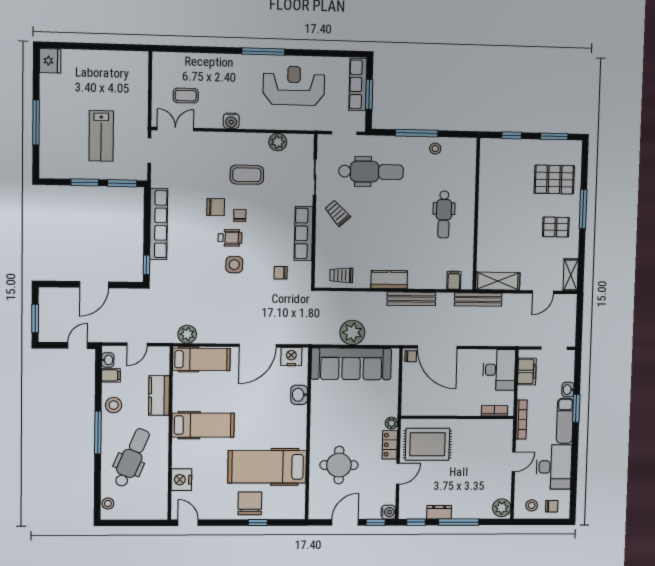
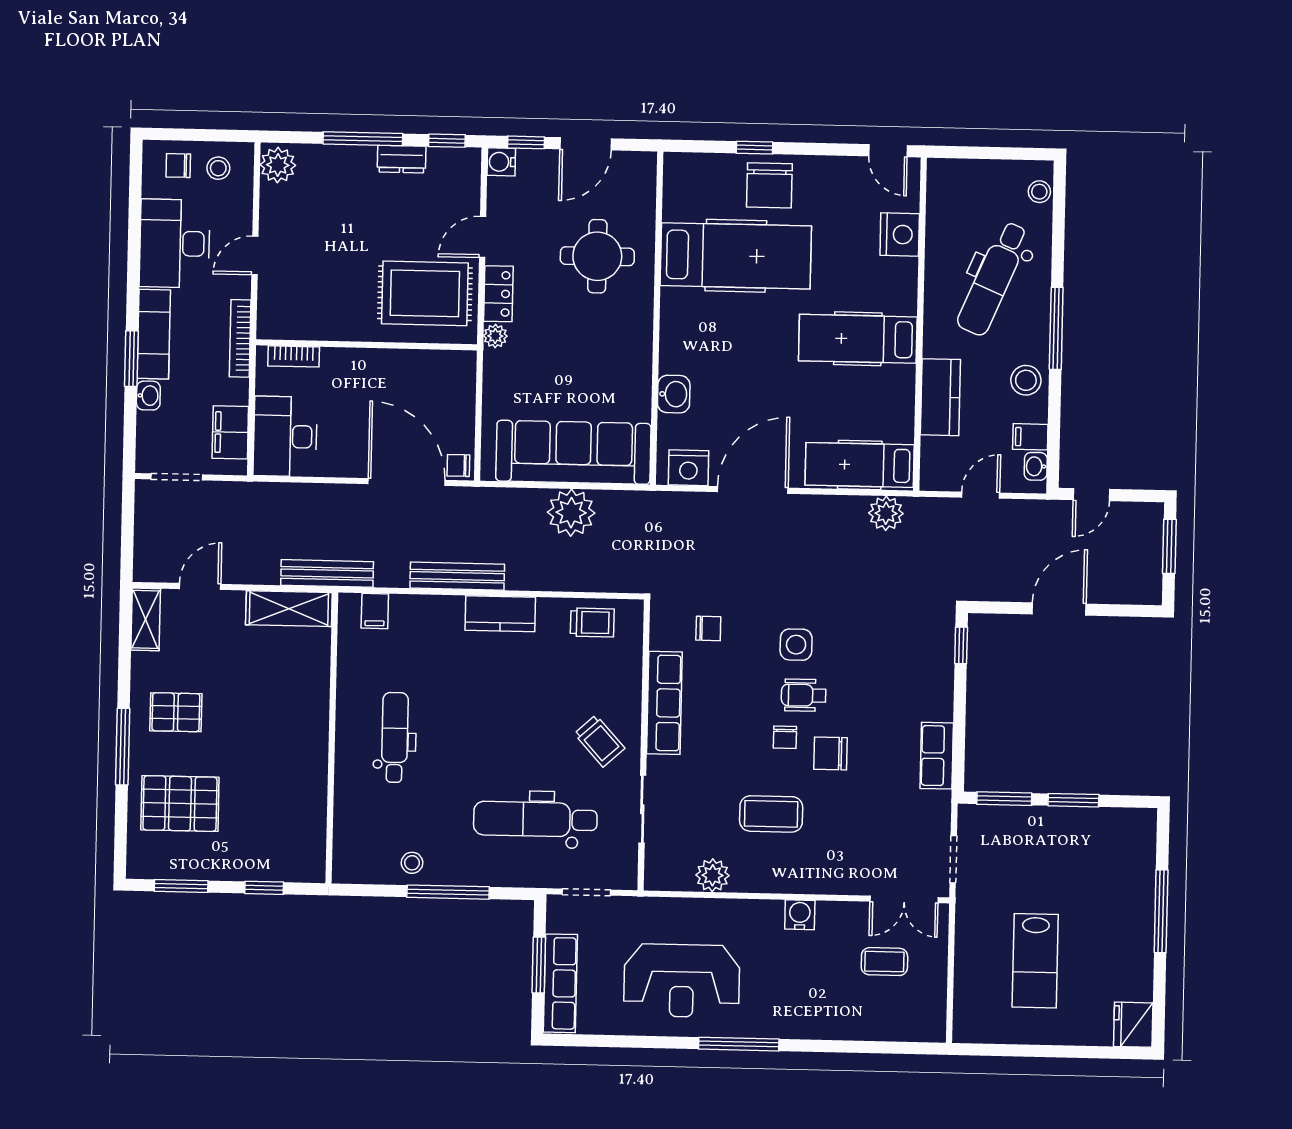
lab bench: (101, 136) -> (1035, 961), moved, turned 180
row of seats: (159, 224) -> (937, 756), width x0.50

